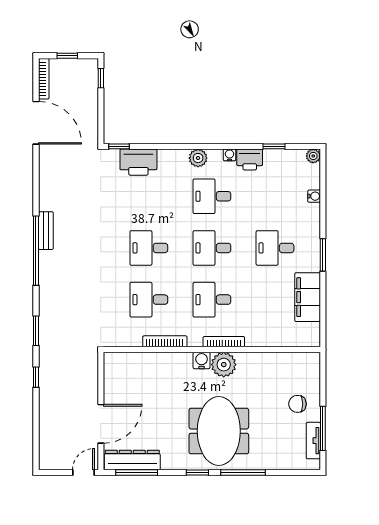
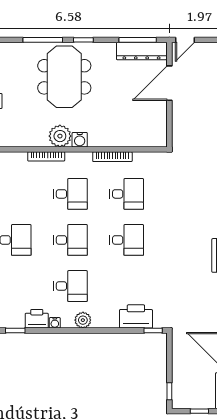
bookcase: (224, 342) -> (46, 156), moved

